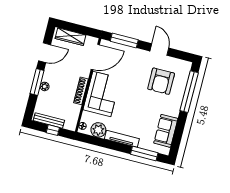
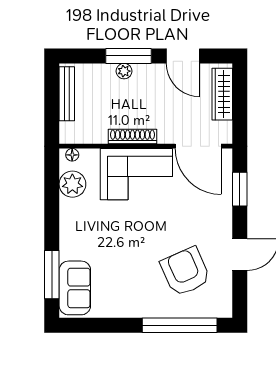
window: (124, 40) -> (240, 189), width x0.69
armchair: (161, 81) -> (185, 272), turned 66
window: (53, 130) -> (52, 105), removed
sofa: (166, 131) -> (75, 288), moved, turned 90
tv unit: (122, 139) -> (67, 229), removed

